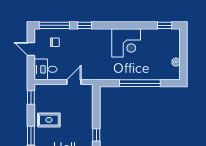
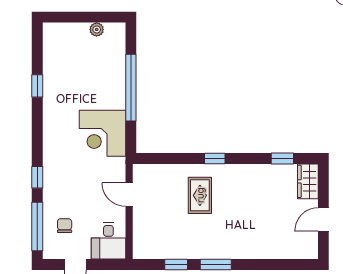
window: (165, 25) -> (37, 86), moved
corner desk: (126, 43) -> (102, 133), moved, turned 180
window: (31, 98) -> (176, 265), moved
rug: (49, 120) -> (200, 195), moved

